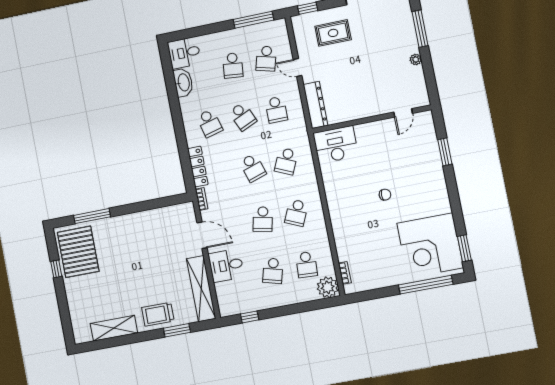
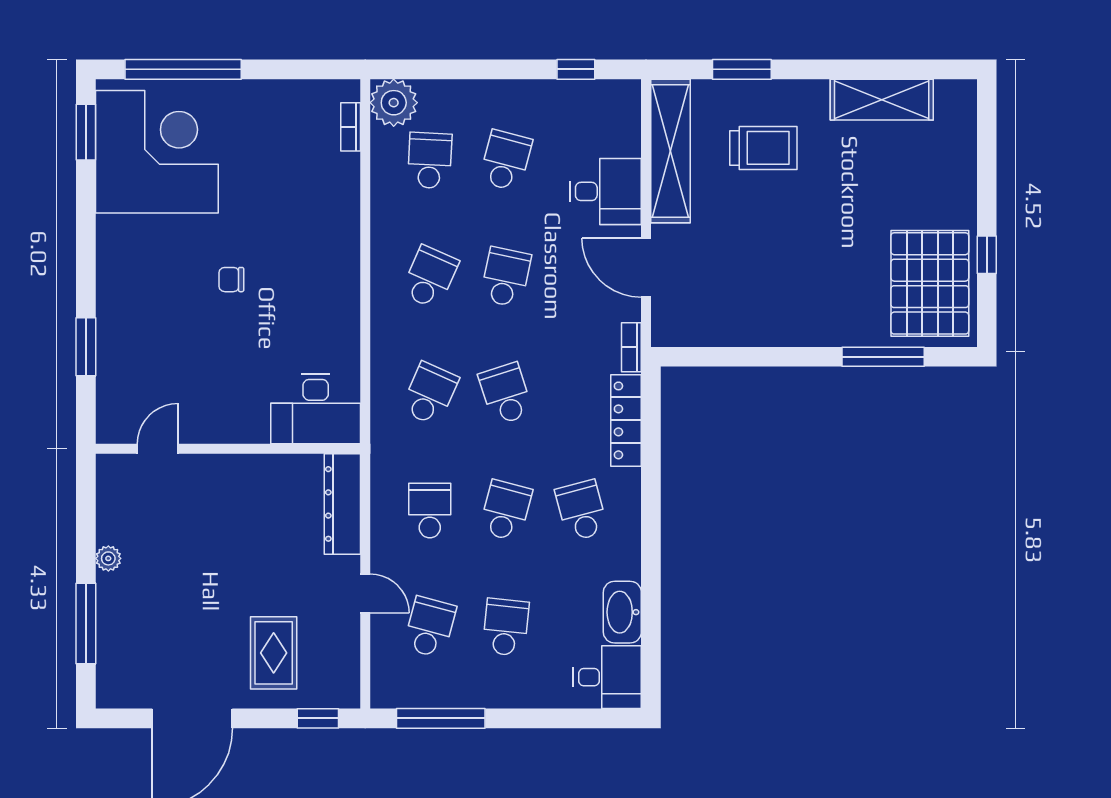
rug: (333, 33) -> (274, 653), turned 90
school desk: (243, 117) -> (506, 510), turned 39
trolley: (158, 314) -> (763, 148), moved

